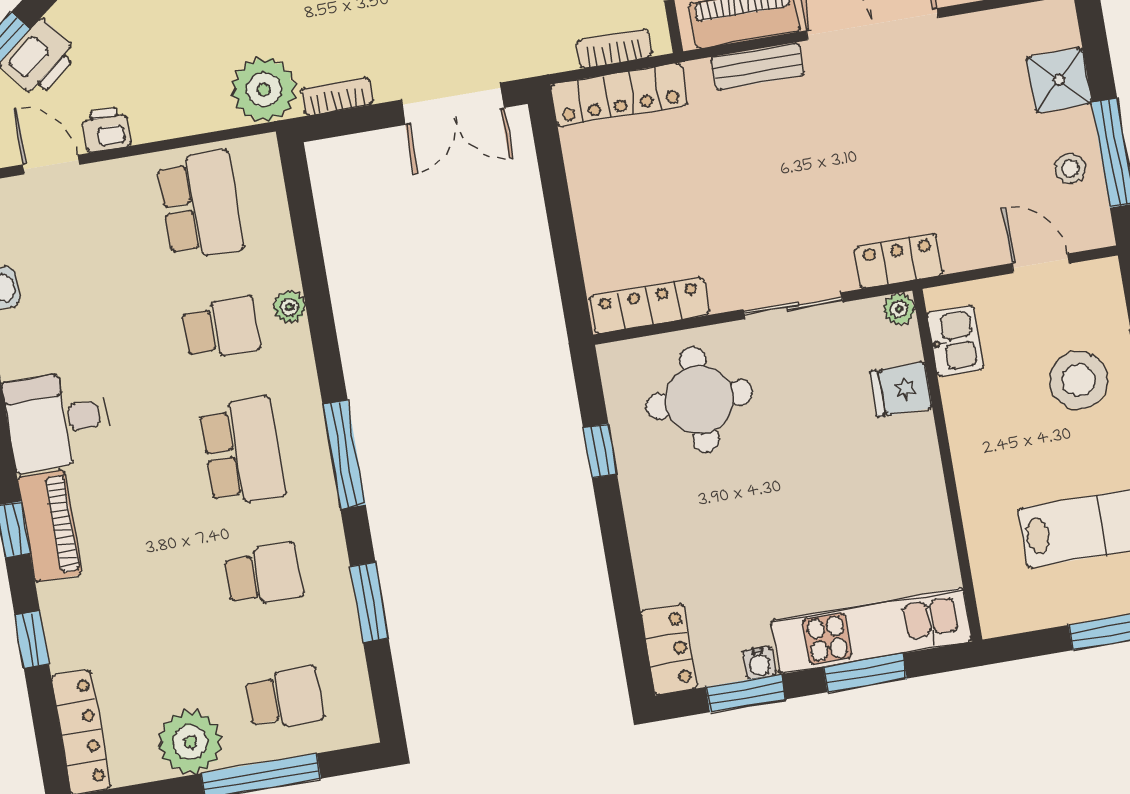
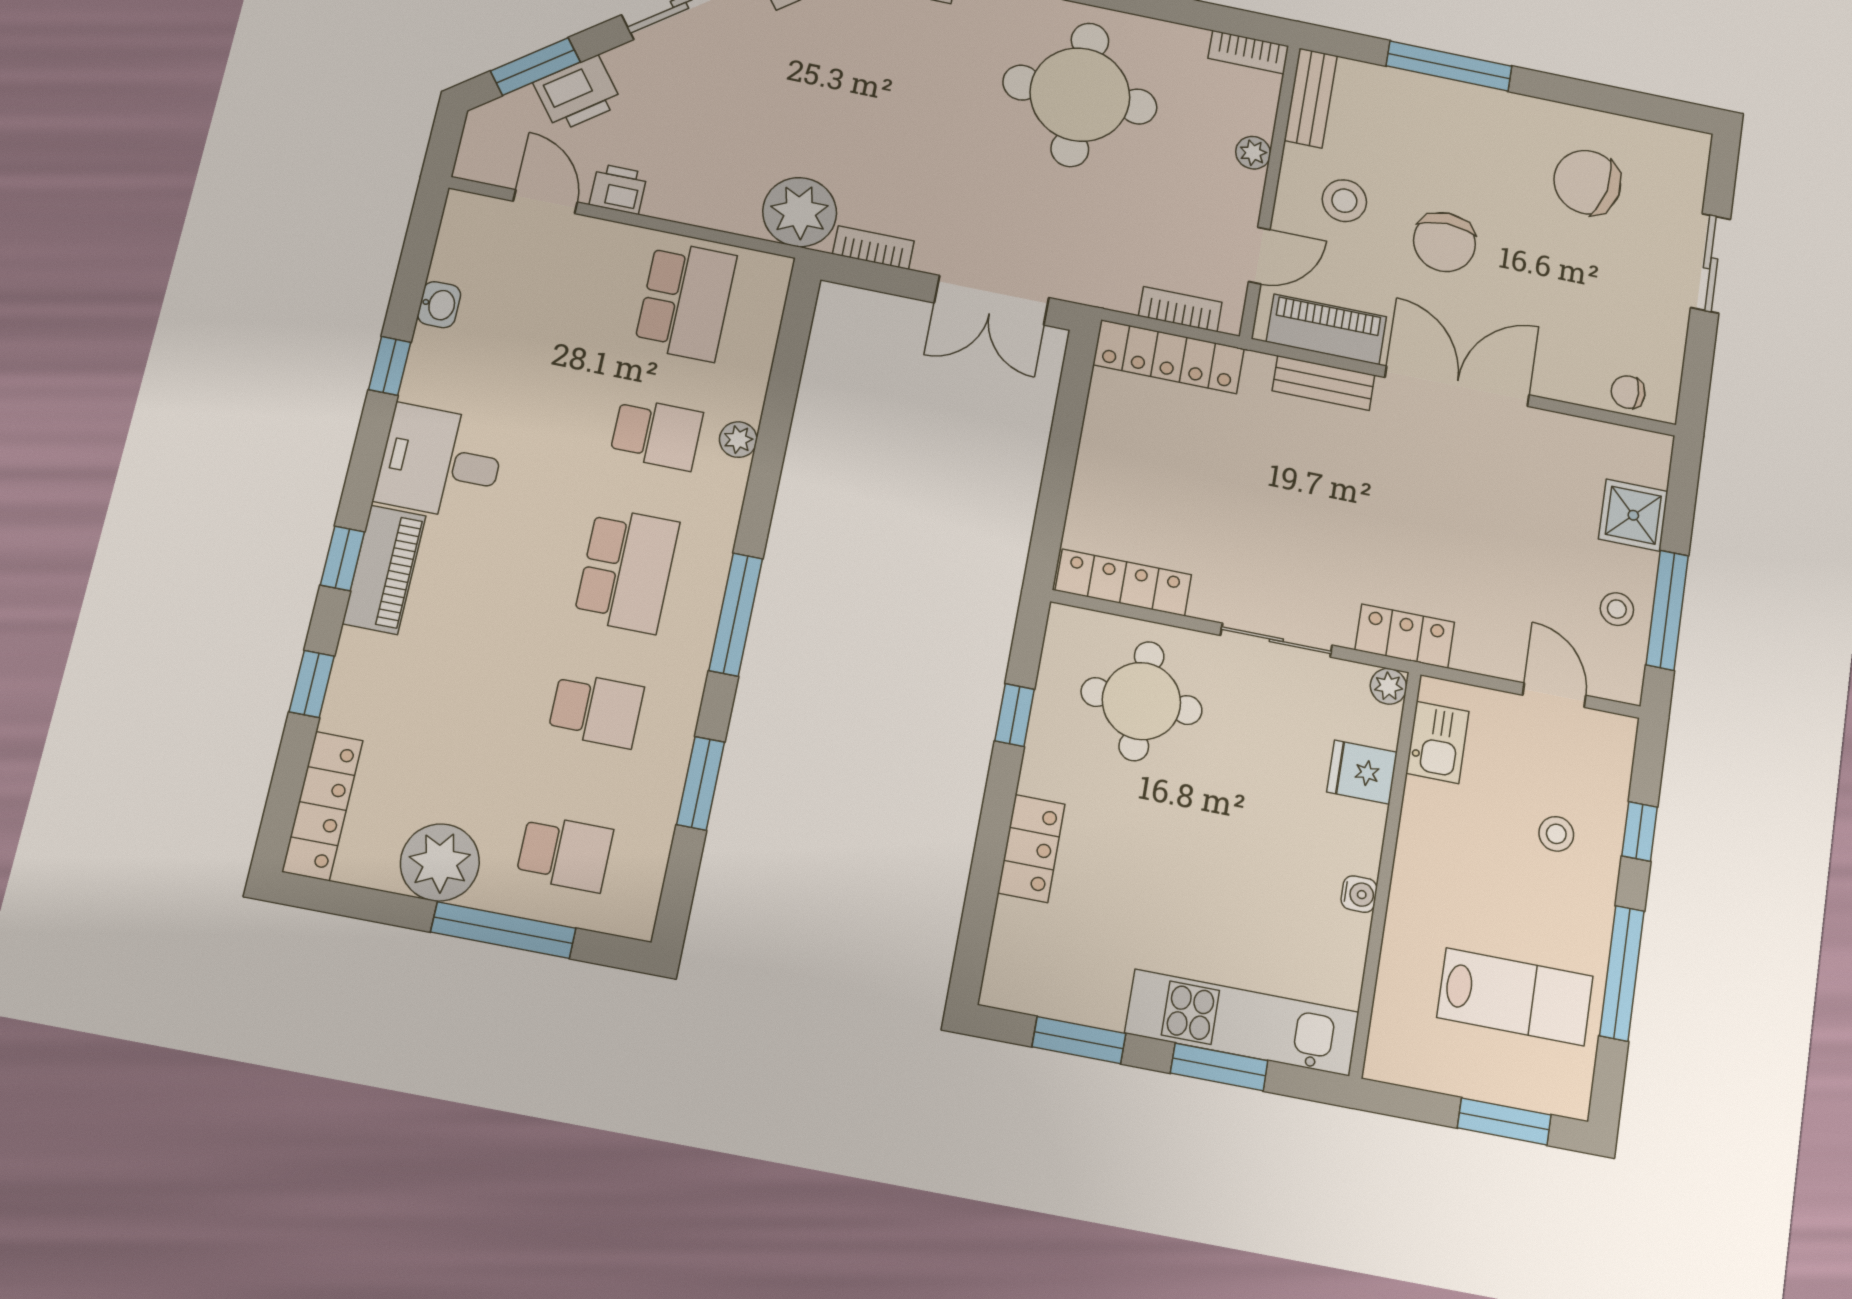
stool: (1079, 380) -> (1556, 834), width x0.53, depth x0.53
locker: (669, 649) -> (1031, 848), moved
water cooler: (759, 663) -> (1359, 894), moved, turned -90

